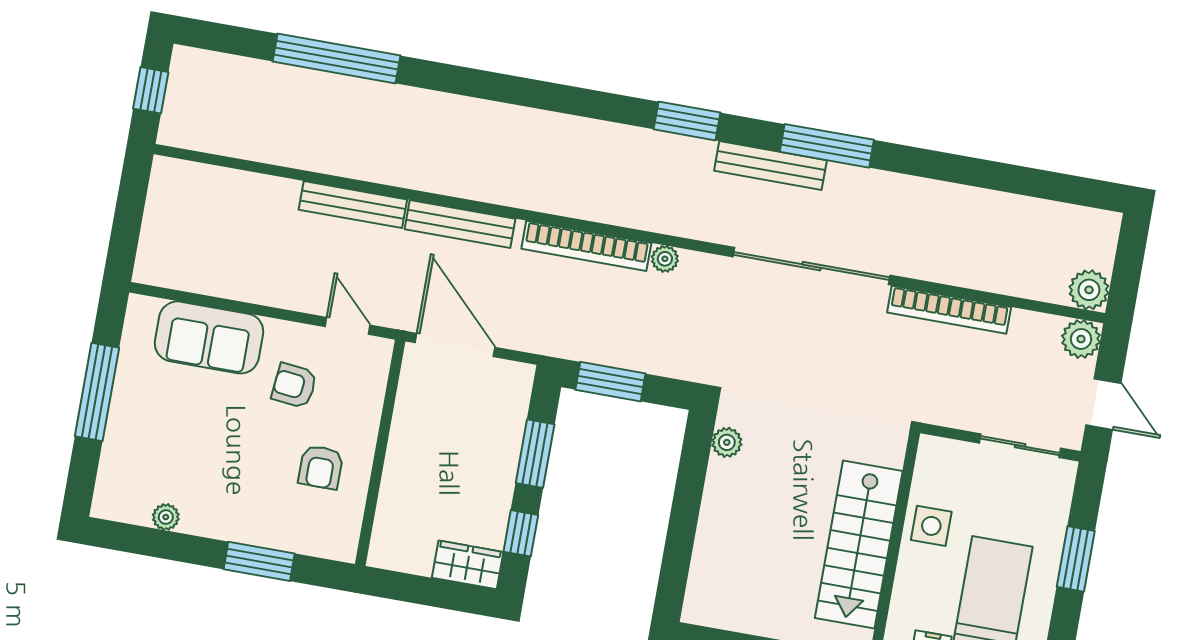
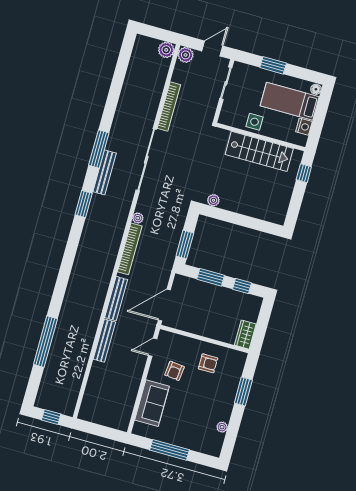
wardrobe: (468, 565) -> (245, 335), moved

